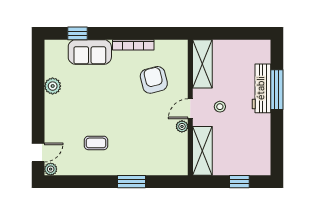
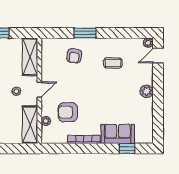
armchair: (154, 80) -> (68, 112), turned 104
plant: (53, 86) -> (147, 91), moved
plant: (182, 126) -> (46, 121), moved
armchair: (146, 152) -> (74, 56), added

